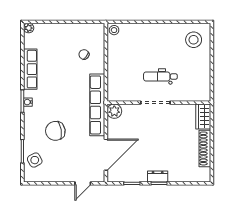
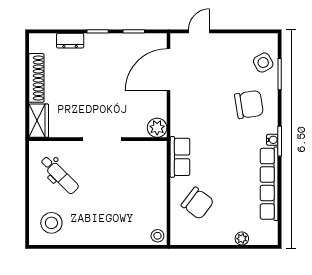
plant: (29, 28) -> (242, 239), moved
chair: (84, 54) -> (198, 203), width x1.87, depth x1.87
row of seats: (30, 69) -> (269, 184), width x1.36
dental chair: (160, 76) -> (59, 175), moved, turned 45
row of seats: (97, 105) -> (180, 157), width x0.50
chair: (55, 131) -> (249, 104), moved
dresser: (158, 176) -> (70, 41), moved

